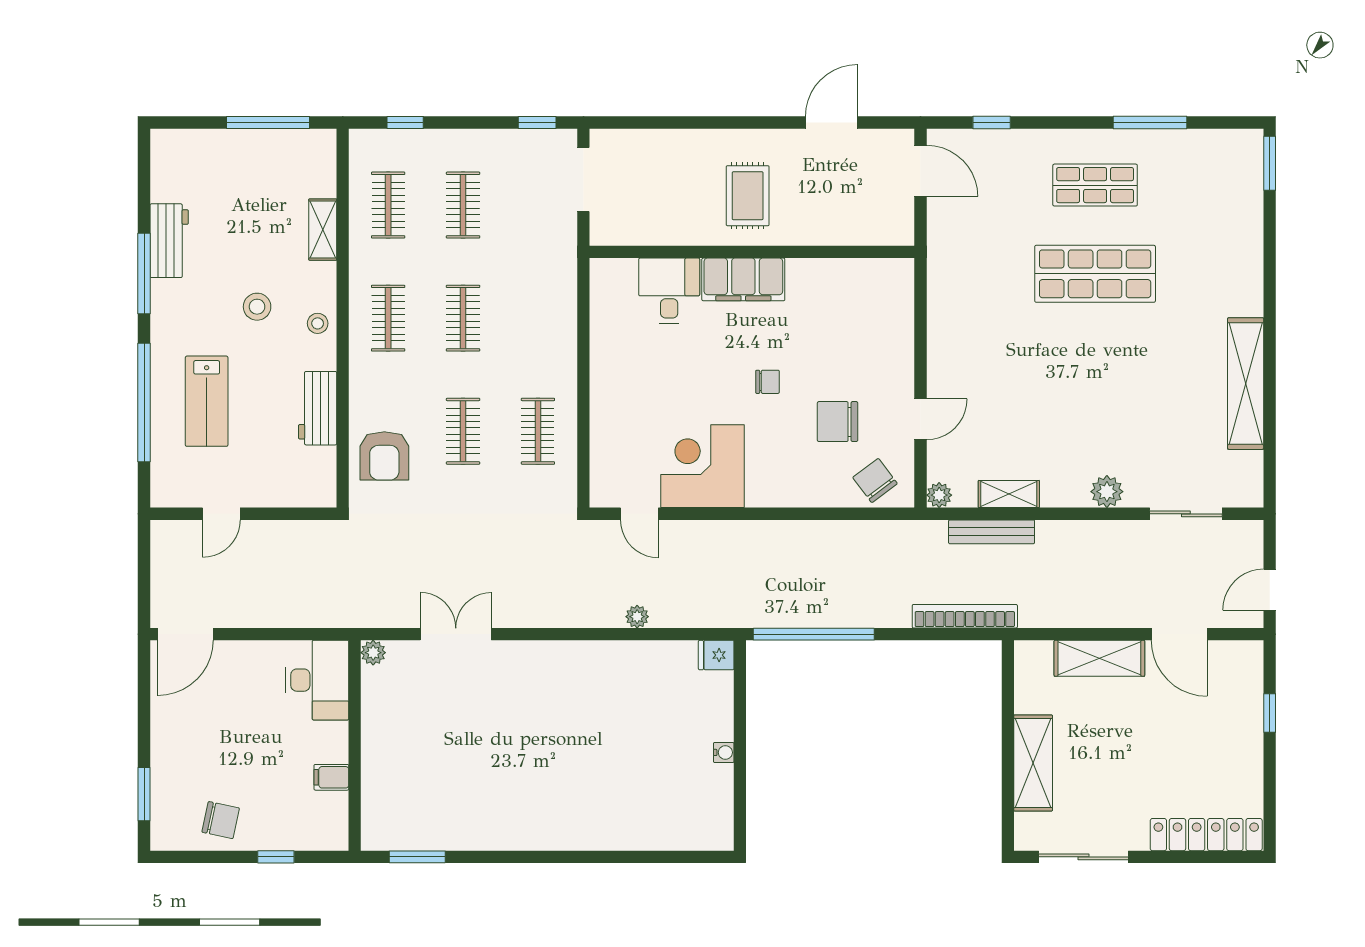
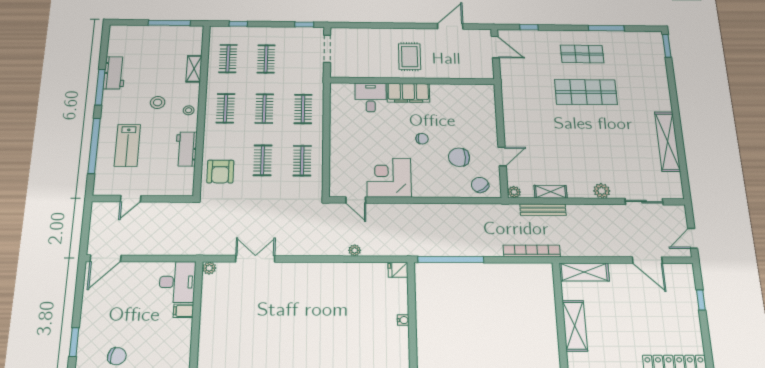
clothes rail: (538, 318) -> (303, 109), added
shelving: (1099, 658) -> (584, 272), moved
filing cabinet: (331, 777) -> (183, 311), moved

